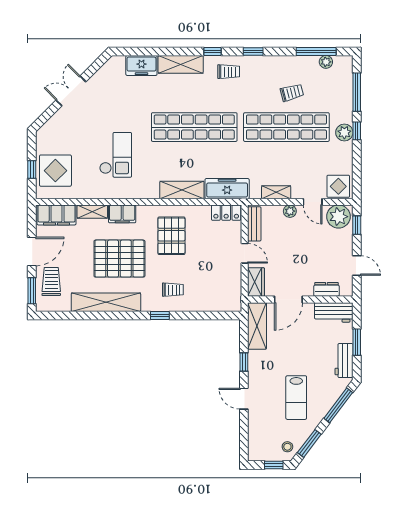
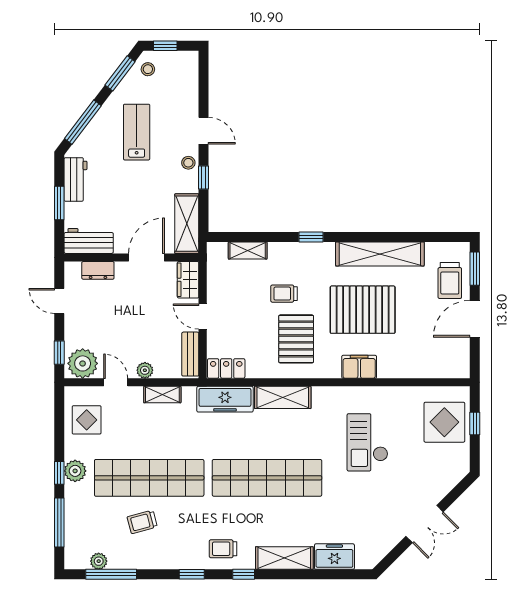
display table: (338, 186) -> (87, 420), moved
shelving: (92, 212) -> (248, 251), moved
filing cabinet: (57, 215) -> (443, 365), removed
trolley: (173, 290) -> (284, 294), moved
stool: (256, 374) -> (188, 163), added

